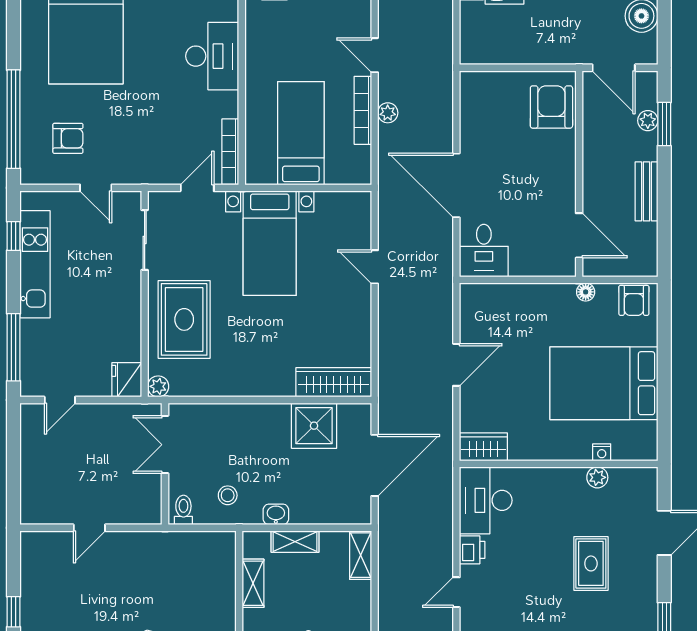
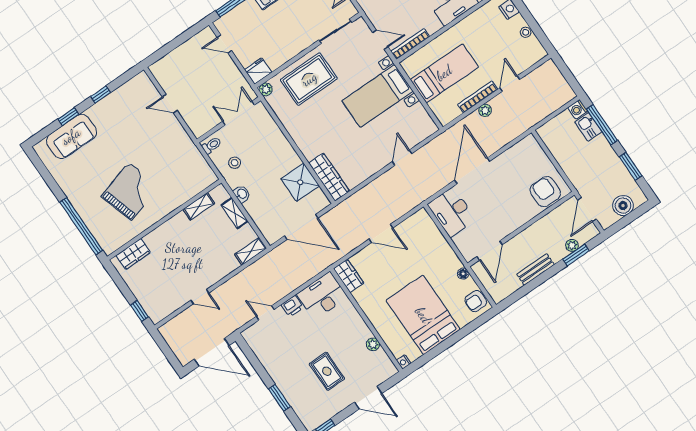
armchair: (551, 107) -> (545, 192), turned -90
desk: (484, 251) -> (452, 212), width x1.37
nightstand: (602, 452) -> (404, 362), moved
rug: (591, 563) -> (327, 371), turned 90

